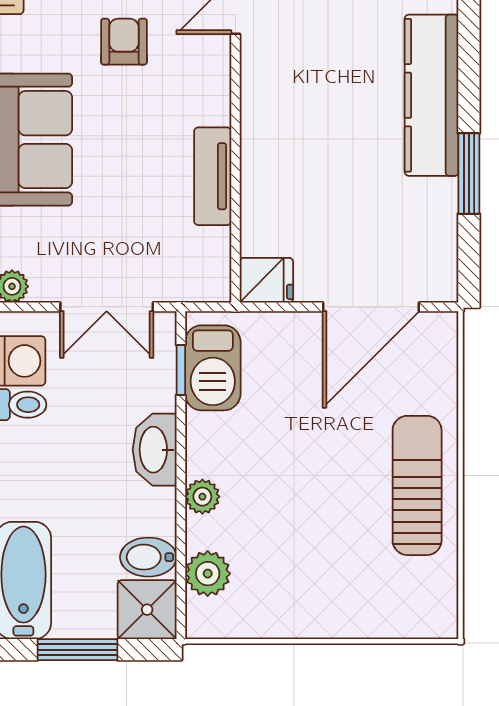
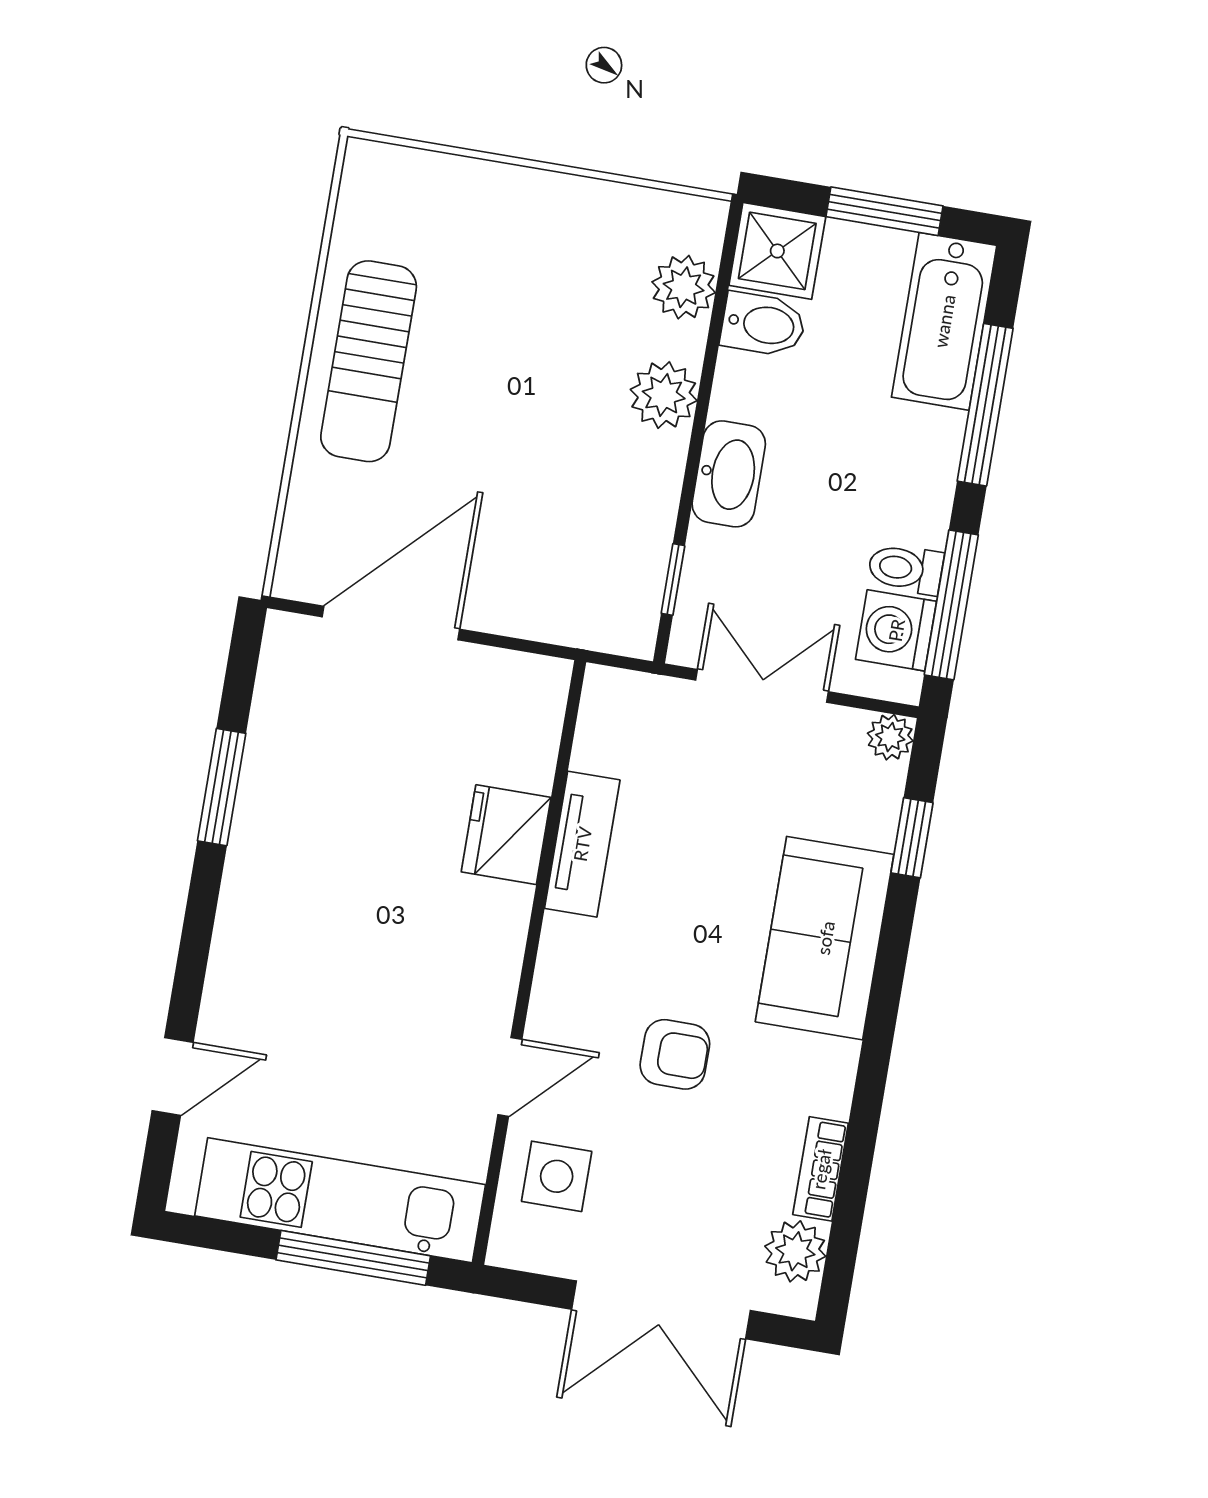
armchair: (124, 42) -> (675, 1054), turned -90
kitchen counter: (432, 95) -> (255, 906), removed
fridge: (266, 280) -> (506, 835), moved, width x1.38
barbecue: (213, 368) -> (628, 575), removed
plant: (202, 497) -> (664, 395), width x1.38, depth x1.38

